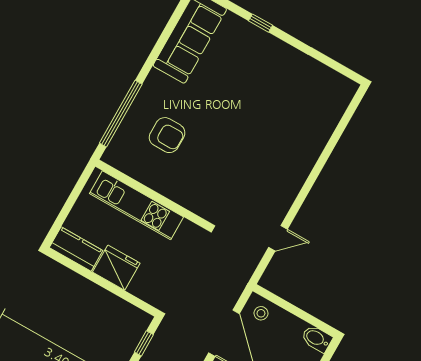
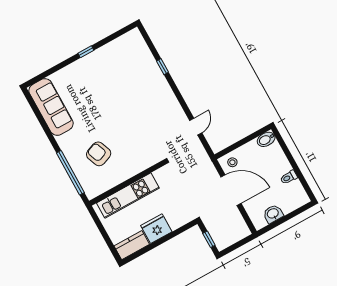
window: (260, 23) -> (86, 52), moved
armchair: (167, 135) -> (99, 154), turned -111
window: (329, 149) -> (163, 67), added

